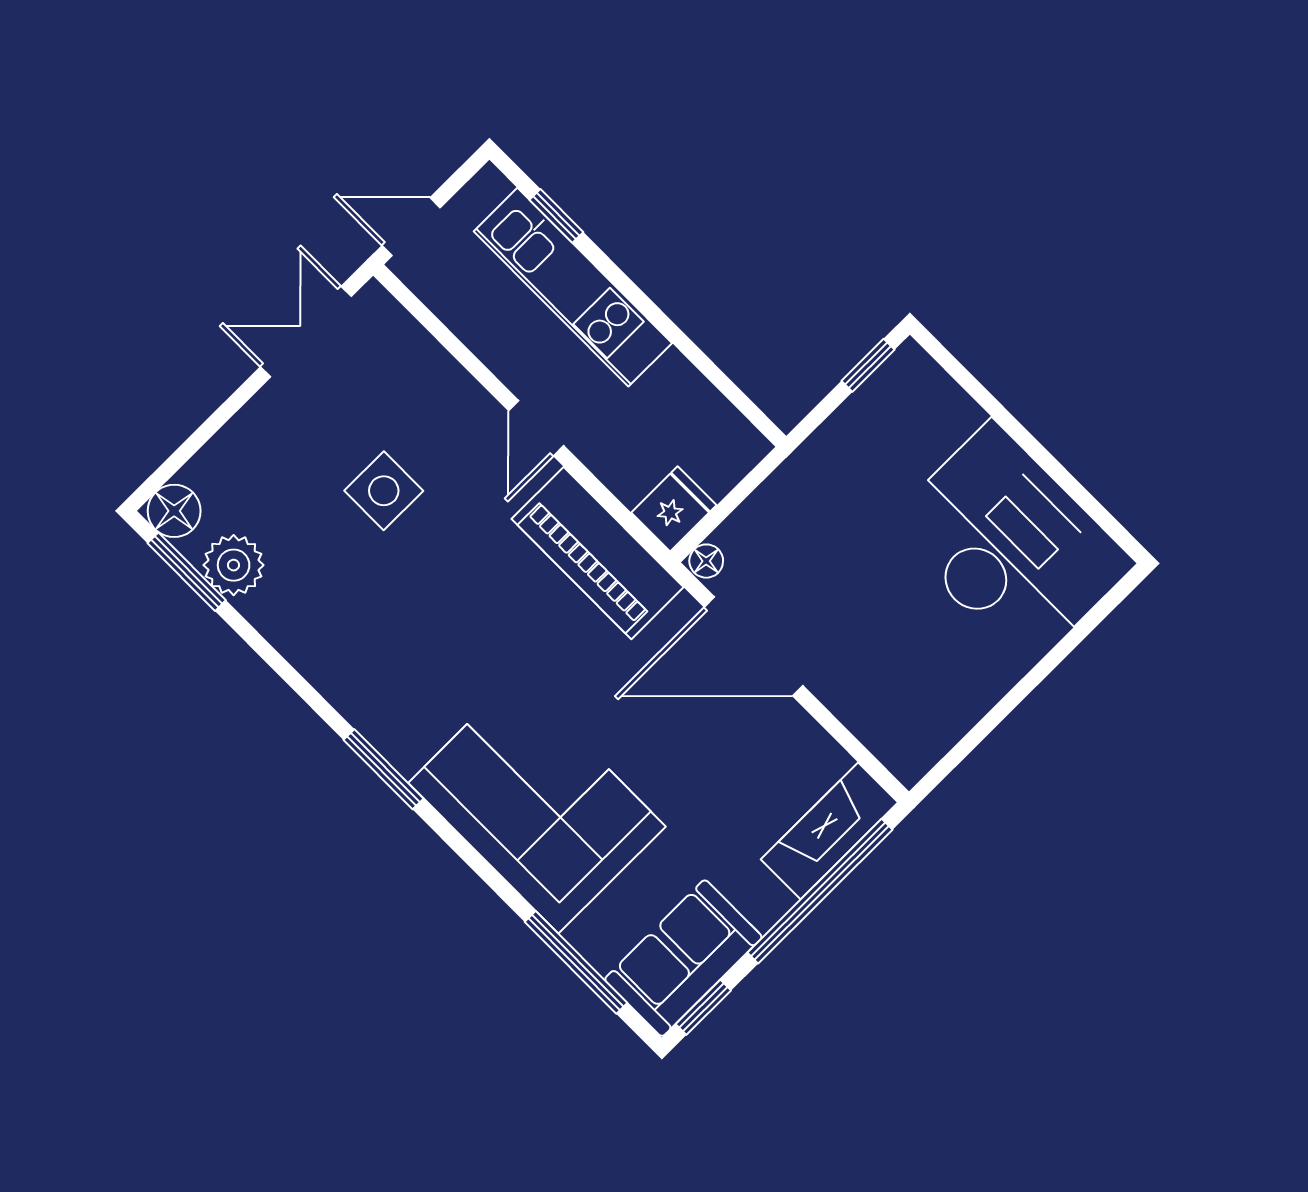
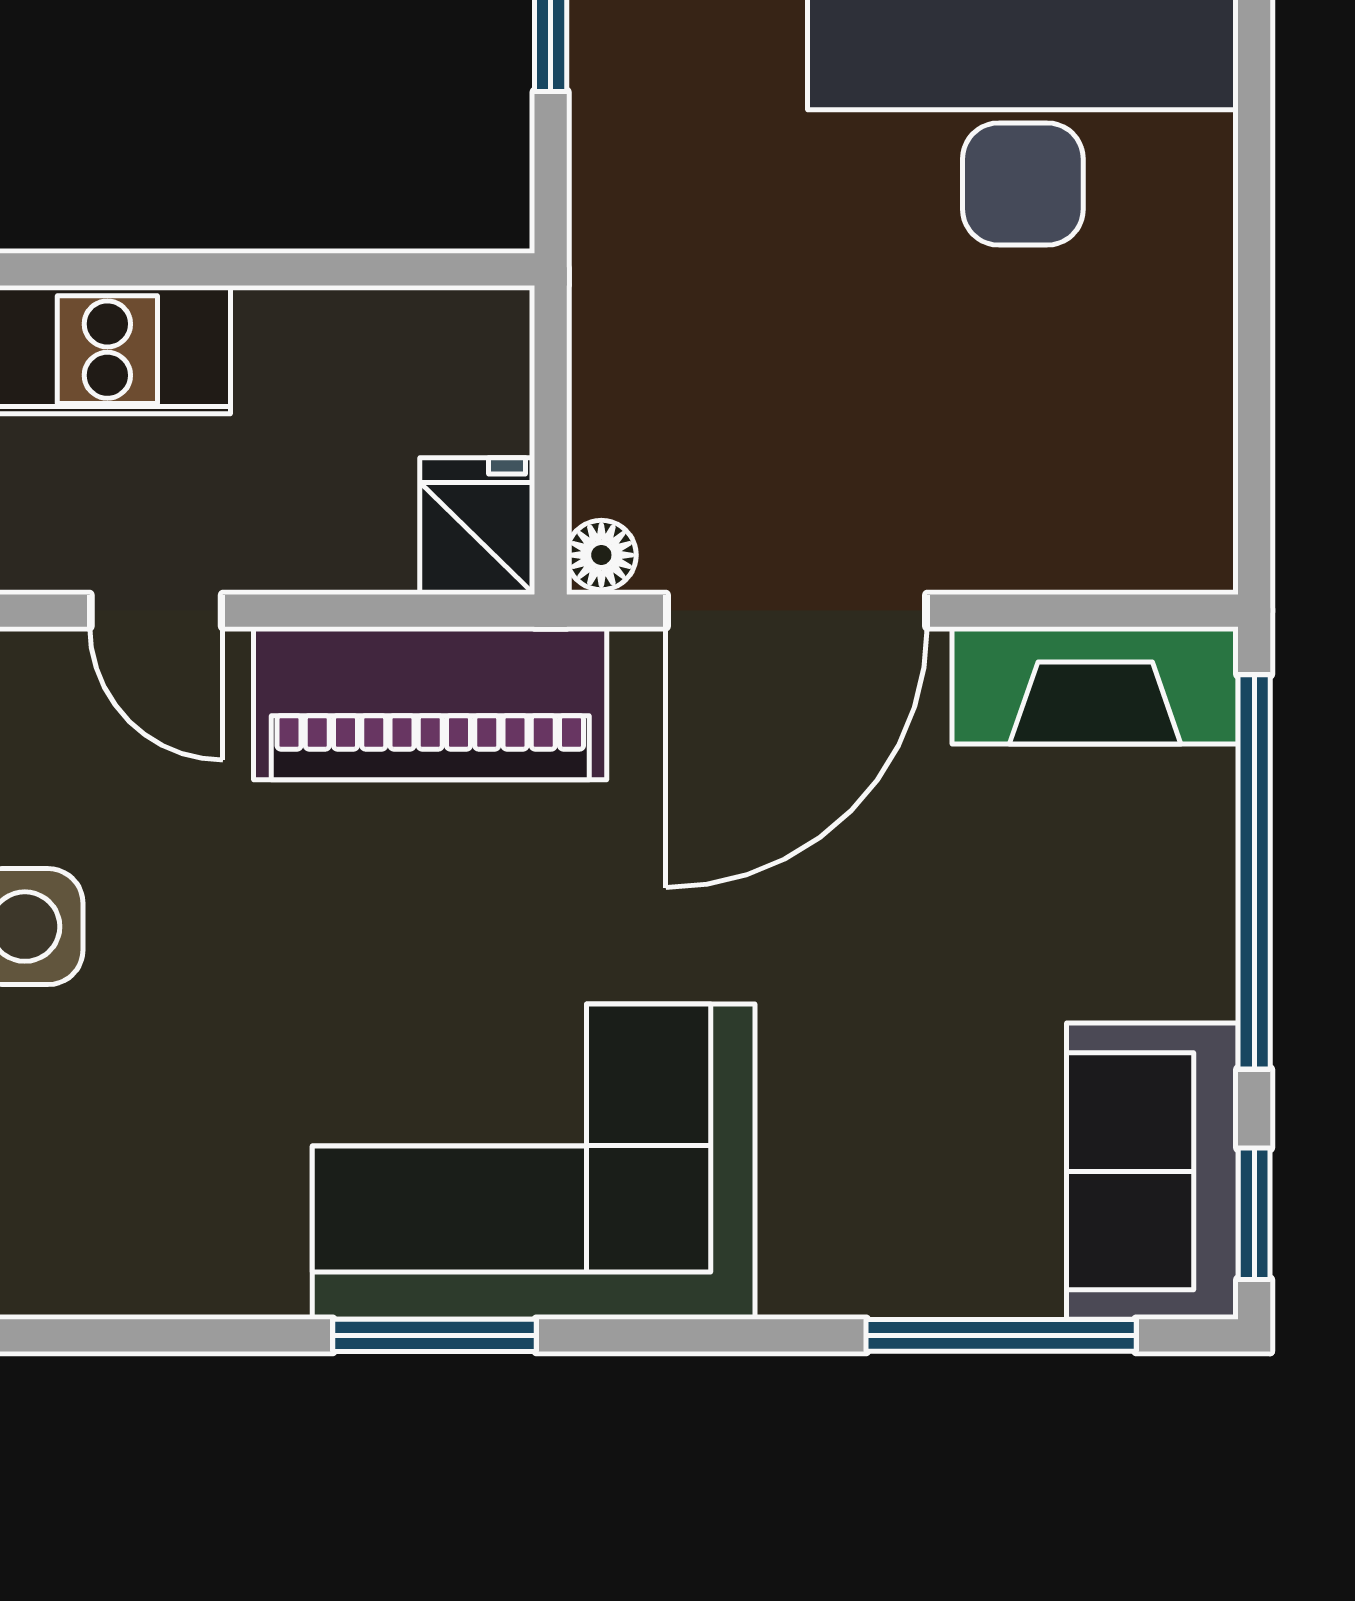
corner sofa: (537, 805) -> (534, 1162), moved
fireplace: (829, 831) -> (1095, 685), moved, turned -90

